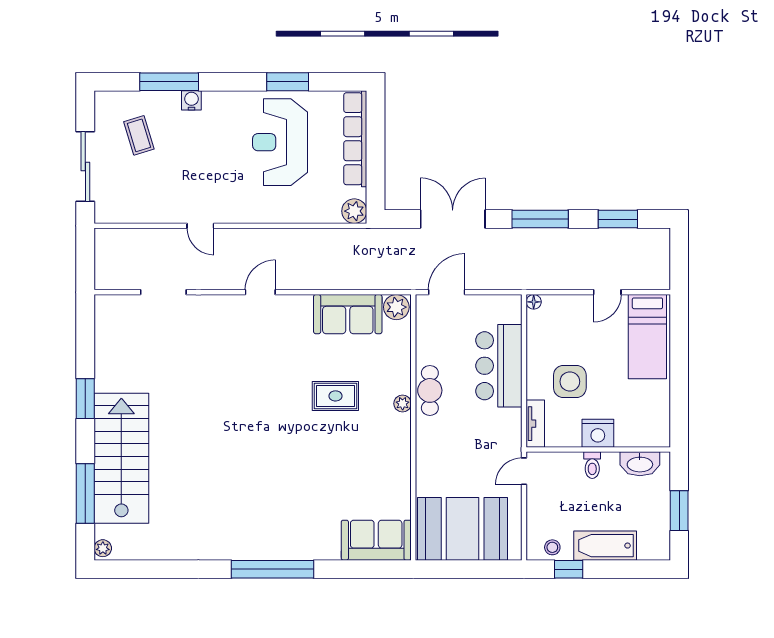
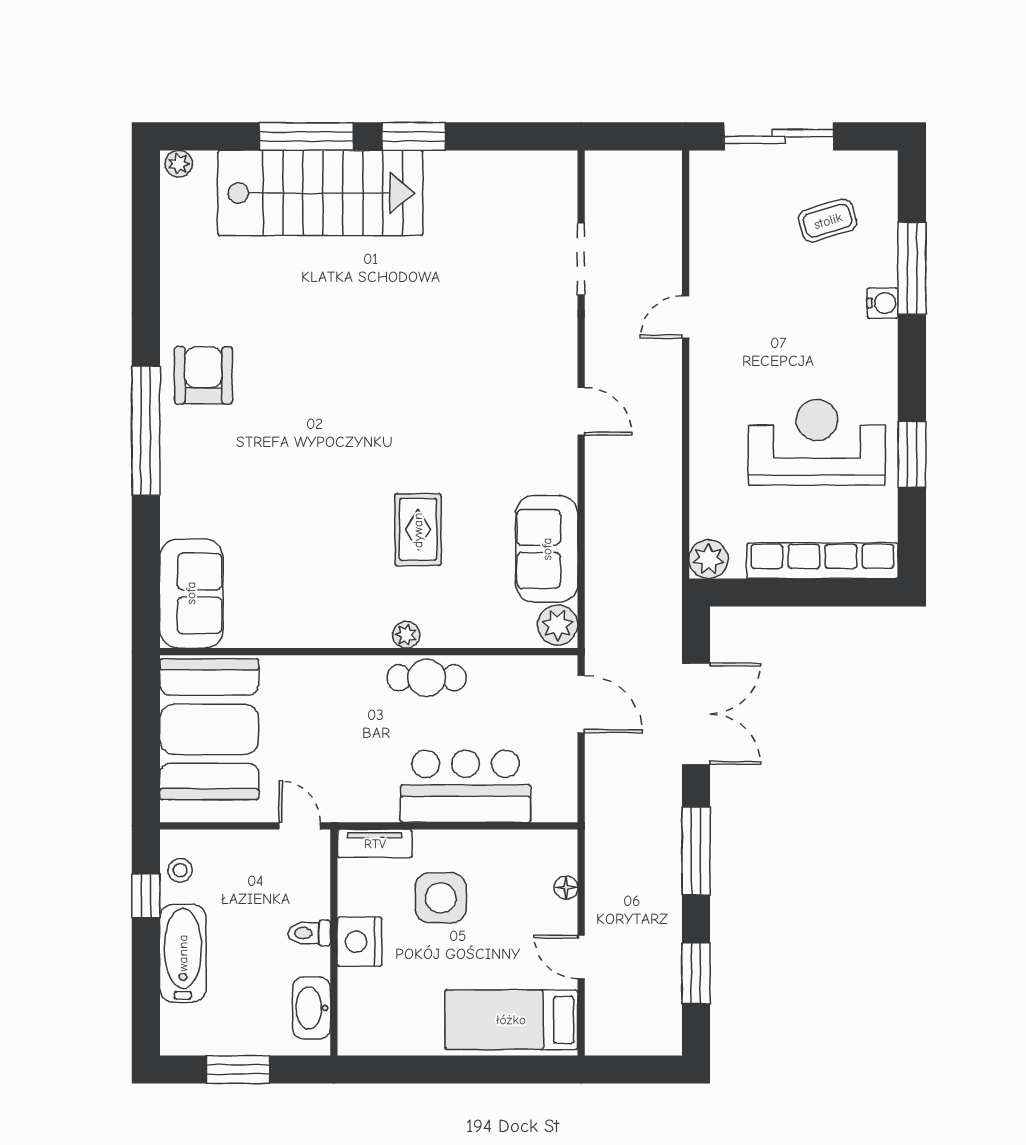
floor lamp: (534, 302) -> (566, 888), moved
window: (85, 494) -> (306, 136), moved
armchair: (237, 533) -> (203, 375), added

